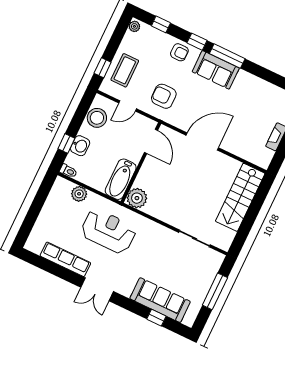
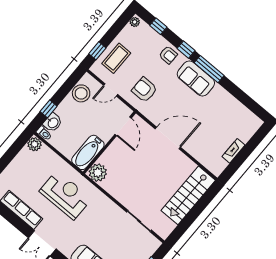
washbasin: (80, 146) -> (53, 123), moved
plant: (79, 194) -> (34, 144), moved

